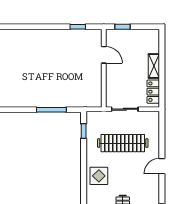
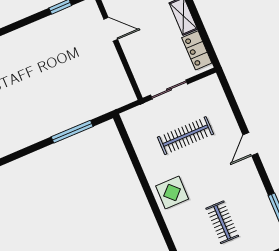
window: (84, 131) -> (127, 142), removed
clothes rail: (123, 143) -> (185, 136), width x0.73, depth x0.76

